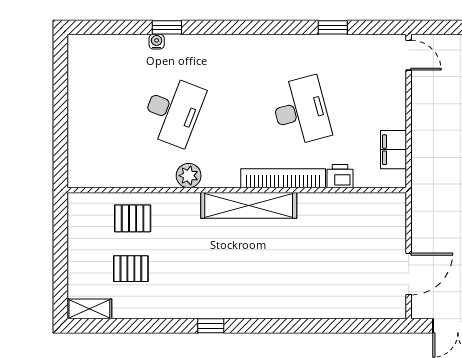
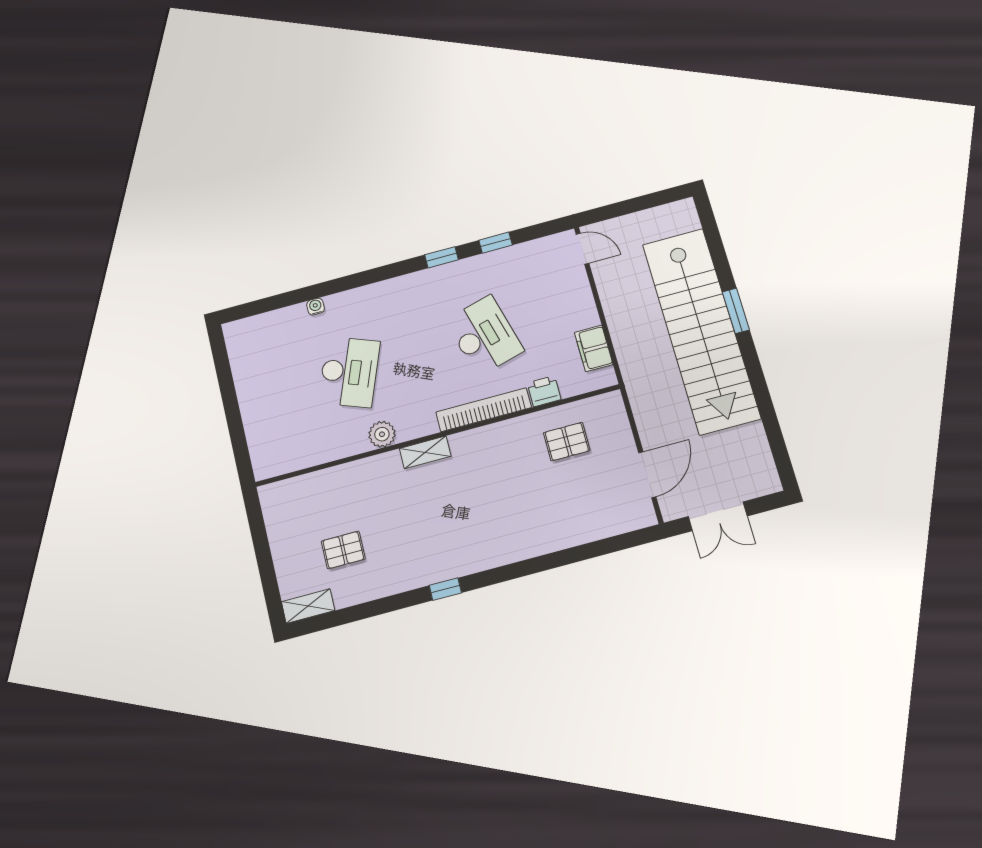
window: (167, 27) -> (441, 257), moved
shelving: (249, 205) -> (425, 452), width x0.45, depth x0.75
pallet: (133, 218) -> (567, 442), moved

